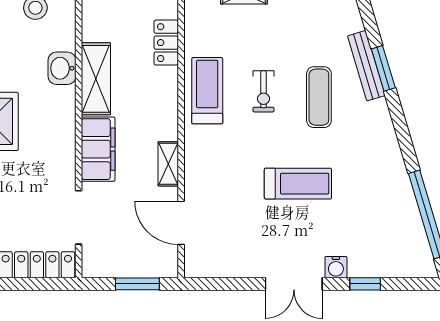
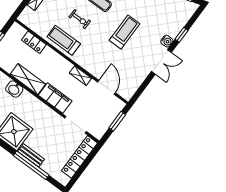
door: (181, 223) -> (106, 87), swing flipped

